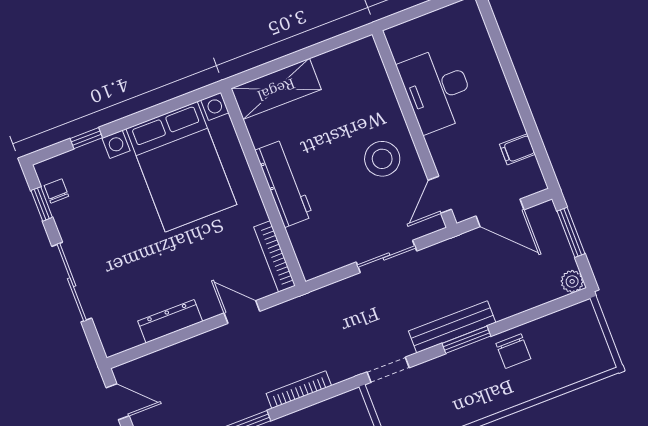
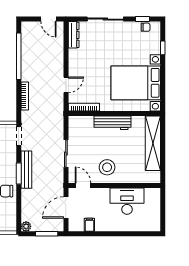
shelving: (276, 89) -> (153, 143), width x1.47
dresser: (170, 321) -> (74, 35), moved
door: (118, 402) -> (48, 19), hinge flipped

